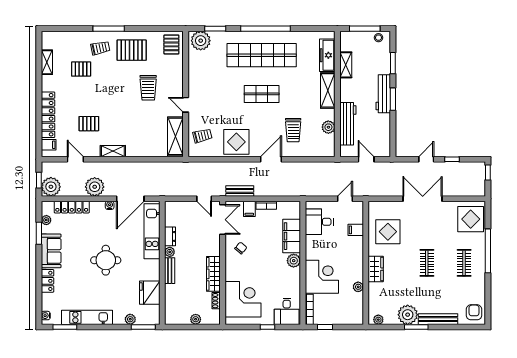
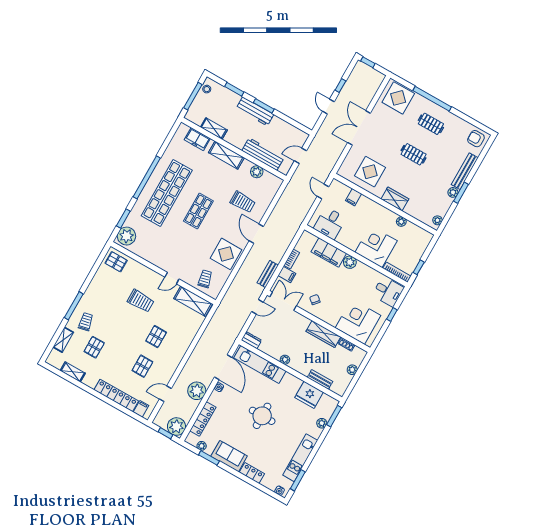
pallet: (132, 50) -> (156, 337), moved, width x0.67, depth x0.71
freezer: (327, 55) -> (197, 139), width x0.71
shelving: (113, 151) -> (63, 340), moved
dresser: (170, 236) -> (251, 340), moved
bench: (170, 271) -> (320, 380), moved
plant: (408, 315) -> (453, 192), width x0.53, depth x0.53

